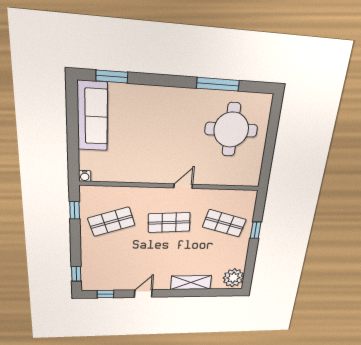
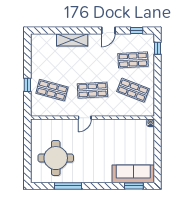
sofa: (92, 116) -> (133, 174), moved, turned 90
window: (75, 210) -> (158, 98), removed
shop shelf: (111, 222) -> (133, 90), turned 39
shop shelf: (111, 260) -> (133, 60), added
plant: (233, 278) -> (39, 44), removed

